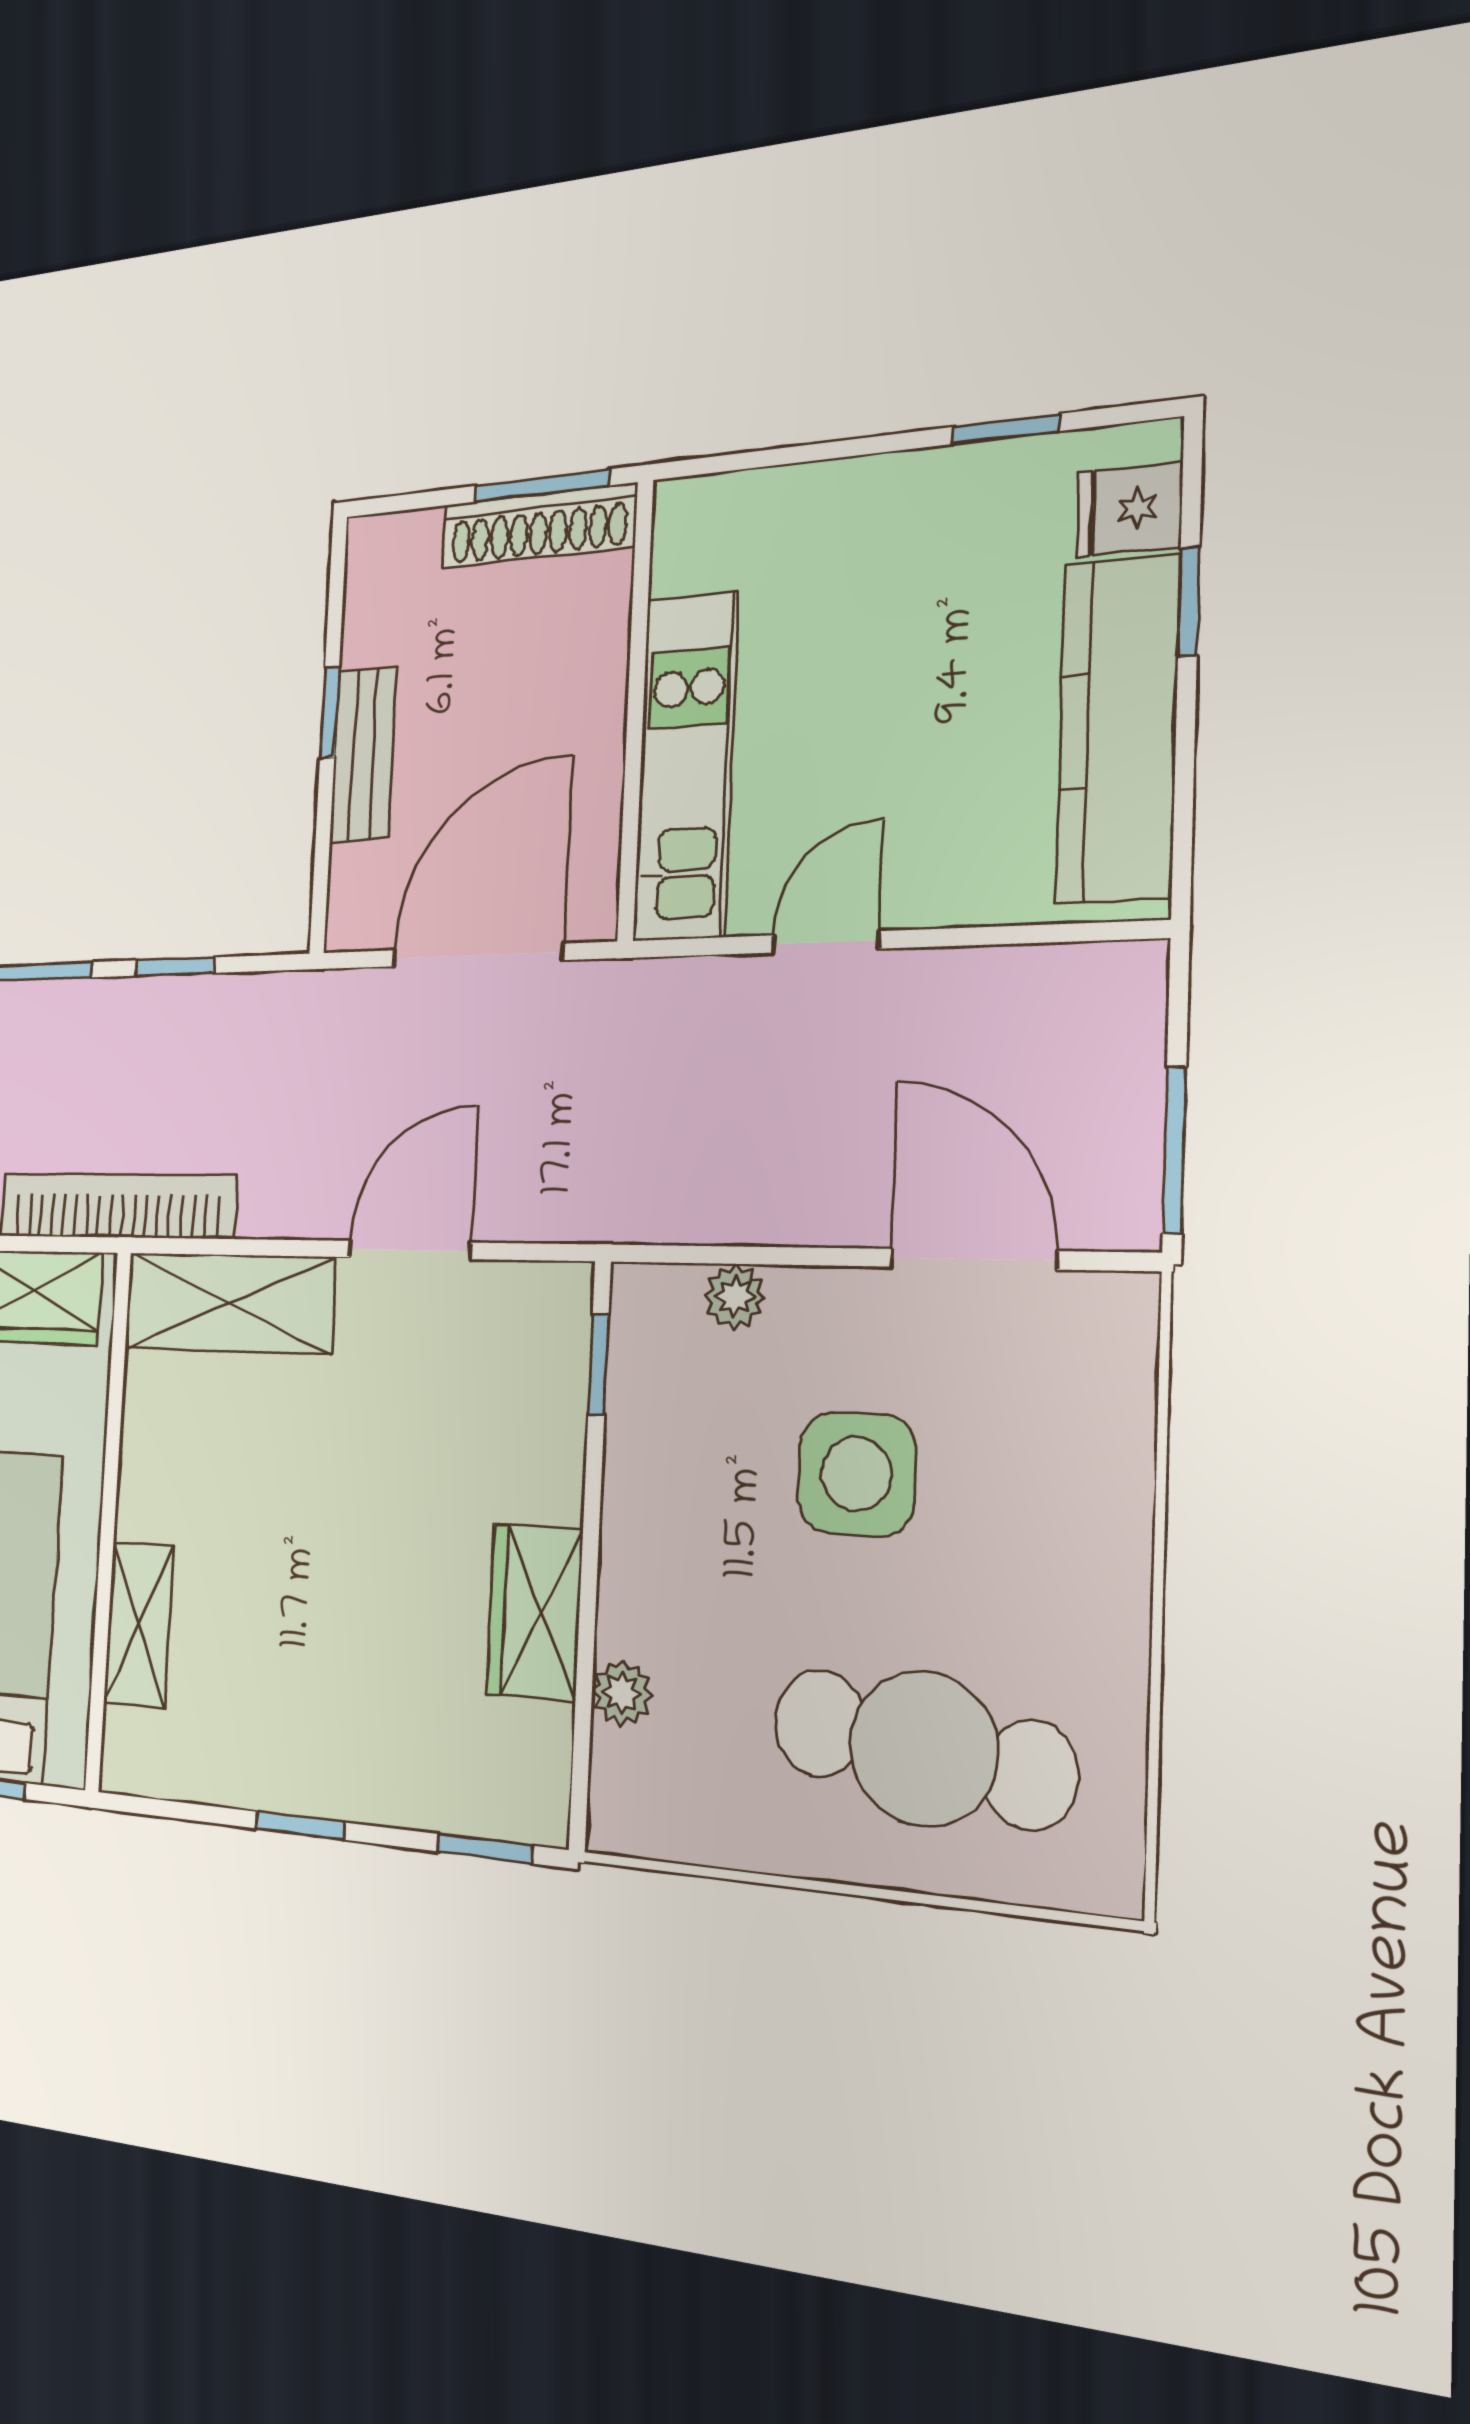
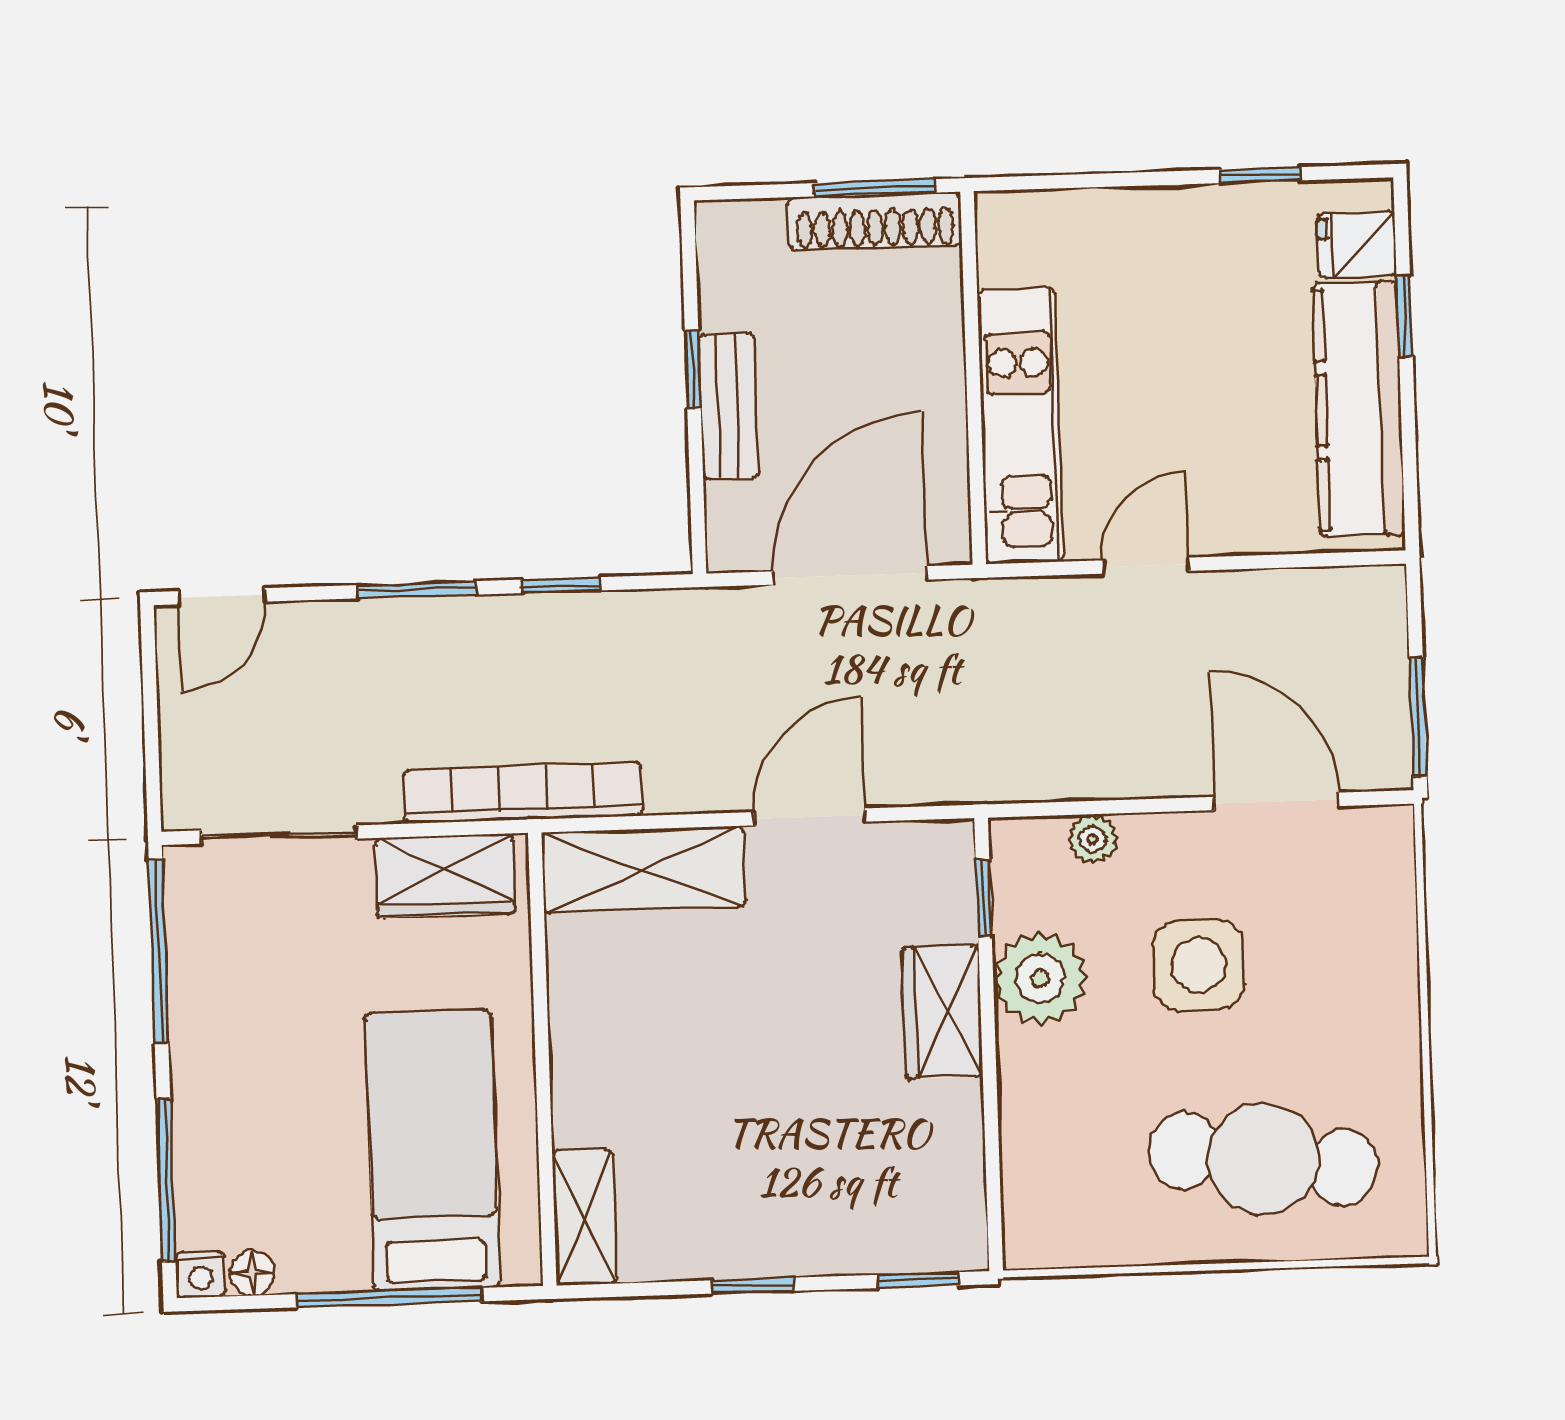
wardrobe: (535, 1612) -> (943, 1012), moved
shelving: (139, 1624) -> (584, 1217), moved
plant: (622, 1693) -> (1040, 979), moved, width x1.88, depth x1.88

